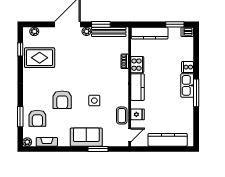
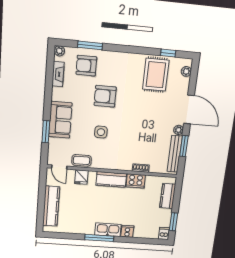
kitchen counter: (150, 33) -> (168, 196), width x0.67

